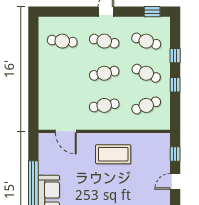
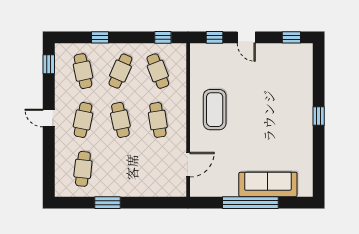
cafe table: (146, 41) -> (83, 71), turned -30
window: (33, 62) -> (107, 203), added
window: (175, 85) -> (163, 37), moved

